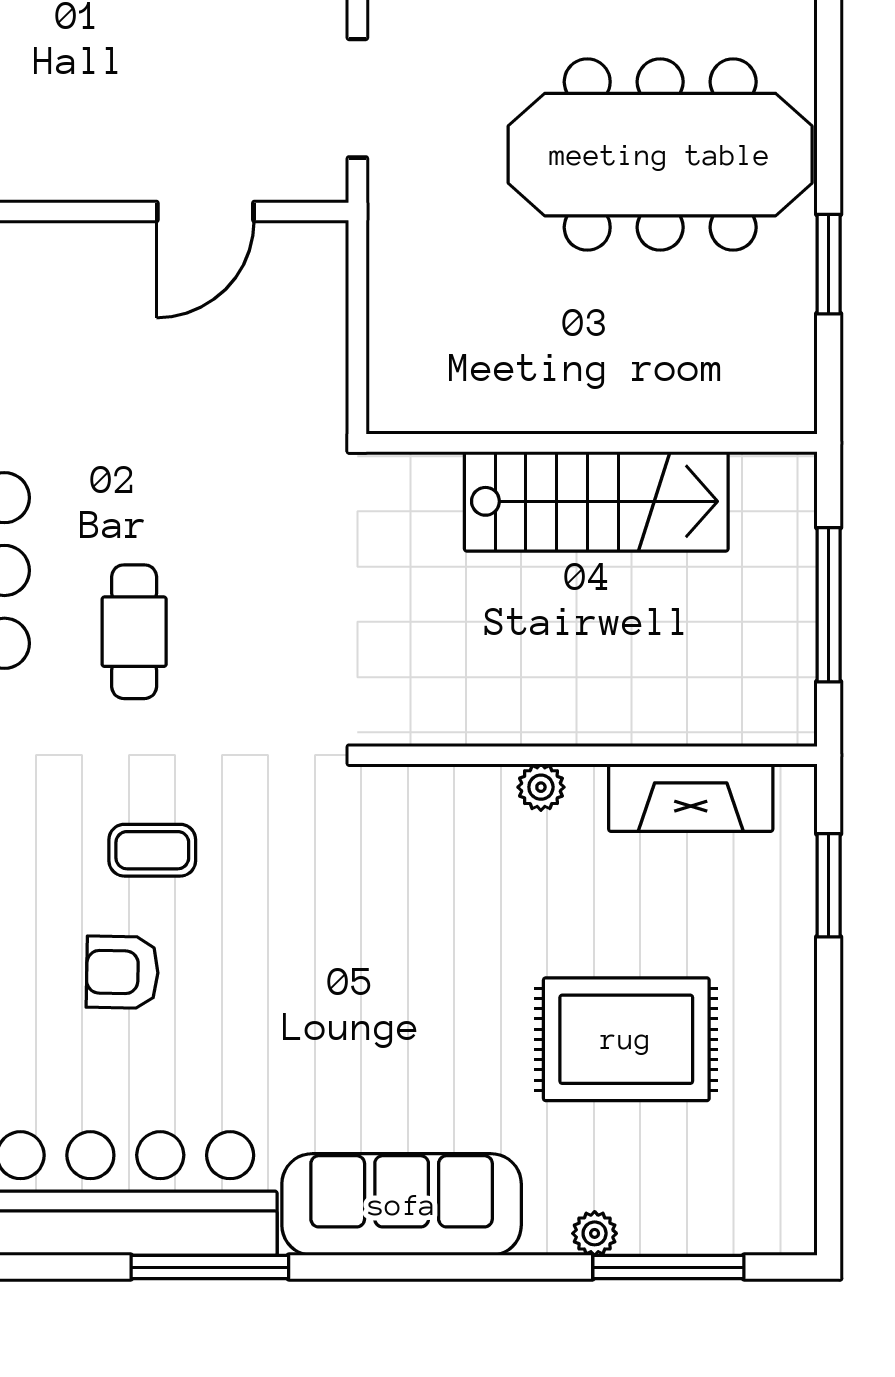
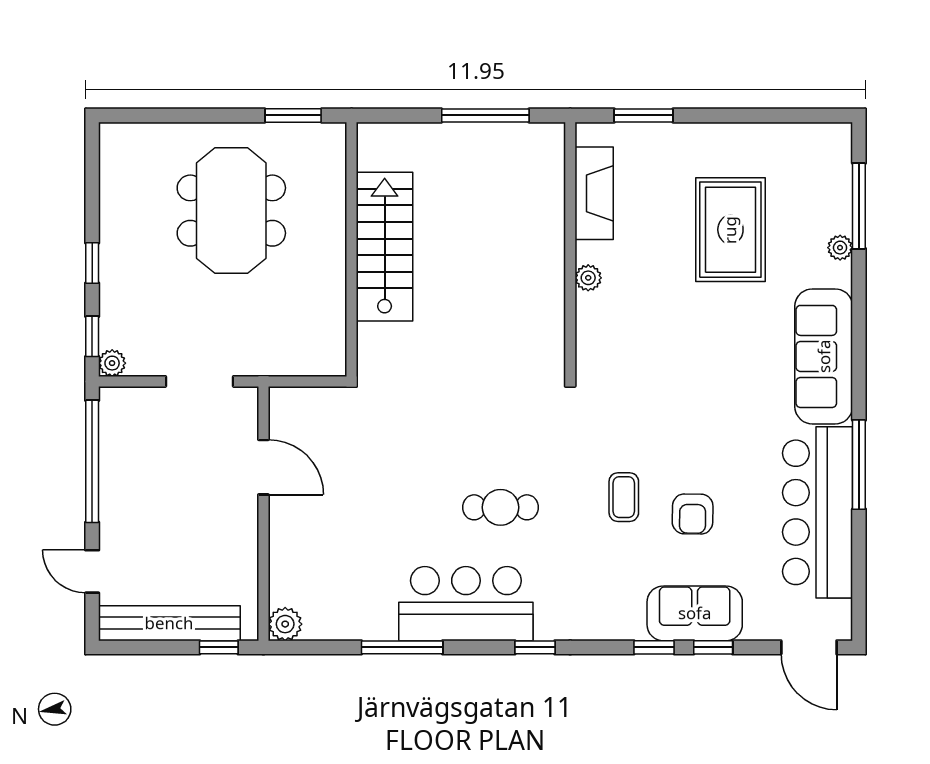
meeting table: (660, 155) -> (231, 211), width x0.73
wall: (592, 443) -> (352, 249), moved
stairs: (596, 501) -> (385, 247), moved

